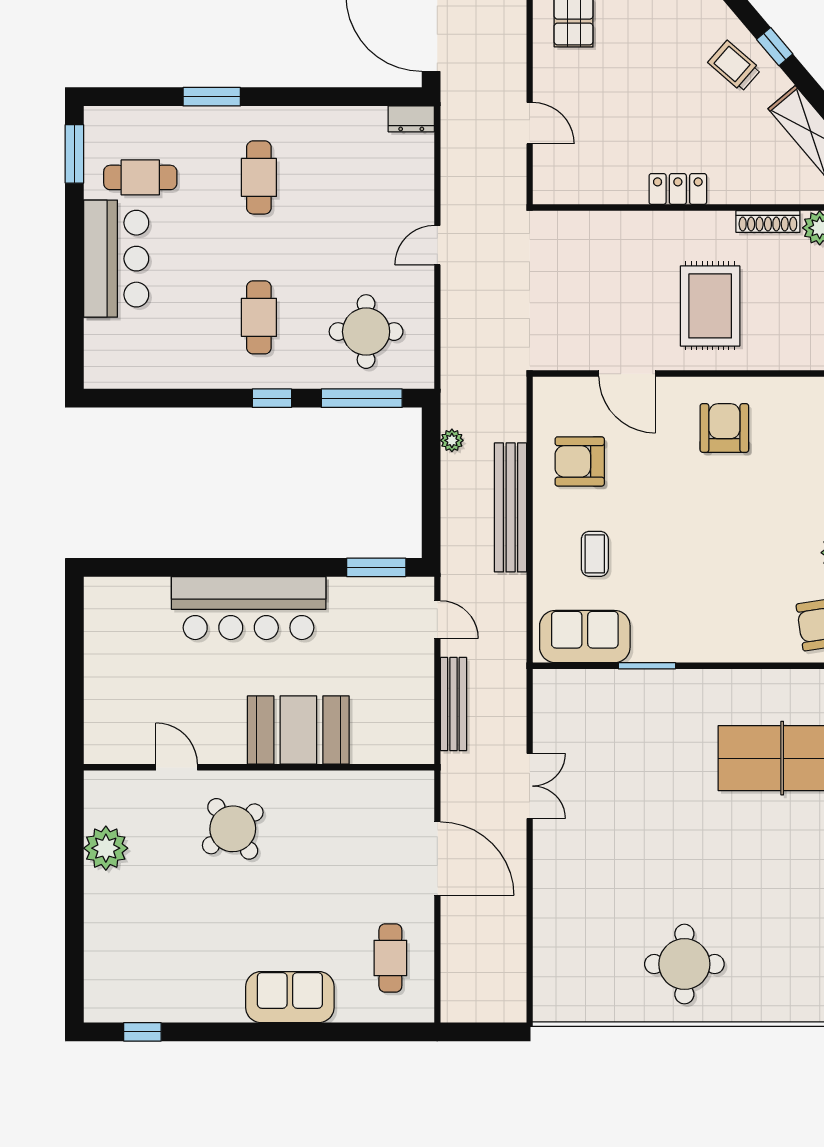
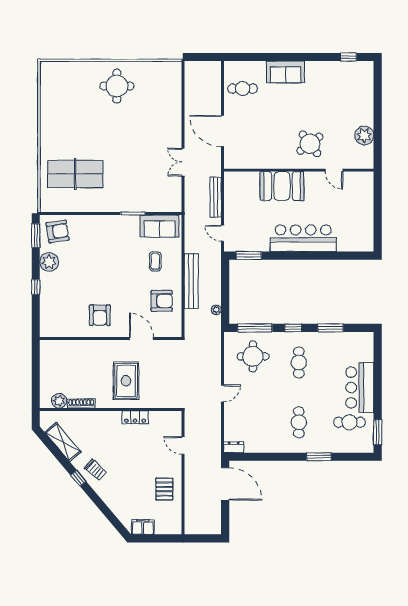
locker: (678, 189) -> (135, 417), moved
rug: (710, 306) -> (126, 381), moved
window: (185, 398) -> (330, 328), added
cafe table: (390, 958) -> (243, 89), turned 90

